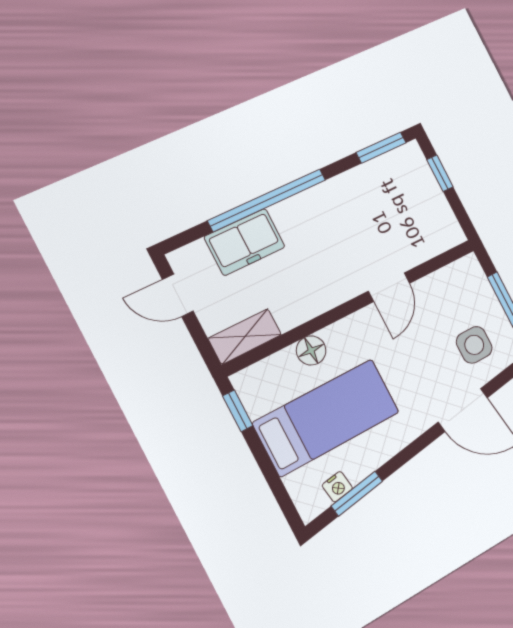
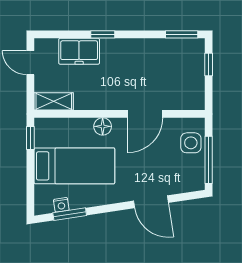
window: (267, 200) -> (103, 34), width x0.32
door: (389, 287) -> (145, 114), width x1.38
side table: (474, 345) -> (191, 143), moved
floor lamp: (311, 350) -> (103, 126), moved

